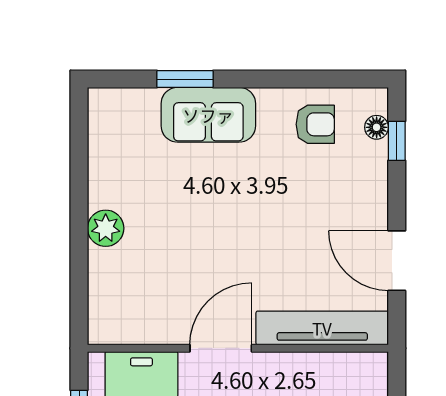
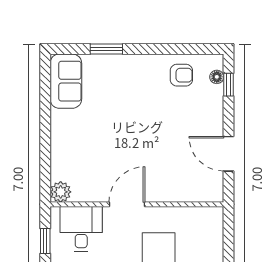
sofa: (208, 115) -> (66, 81), moved, turned -90
plant: (106, 228) -> (61, 192), moved
tv unit: (322, 328) -> (185, 193), removed

